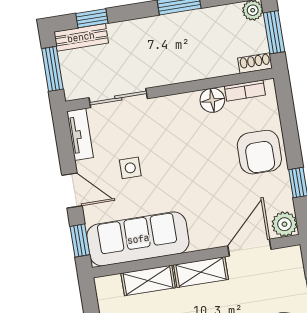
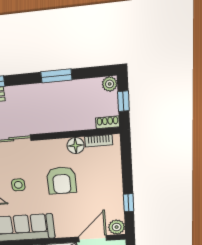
window: (274, 32) -> (123, 101), width x0.67
armchair: (259, 152) -> (62, 180), moved

